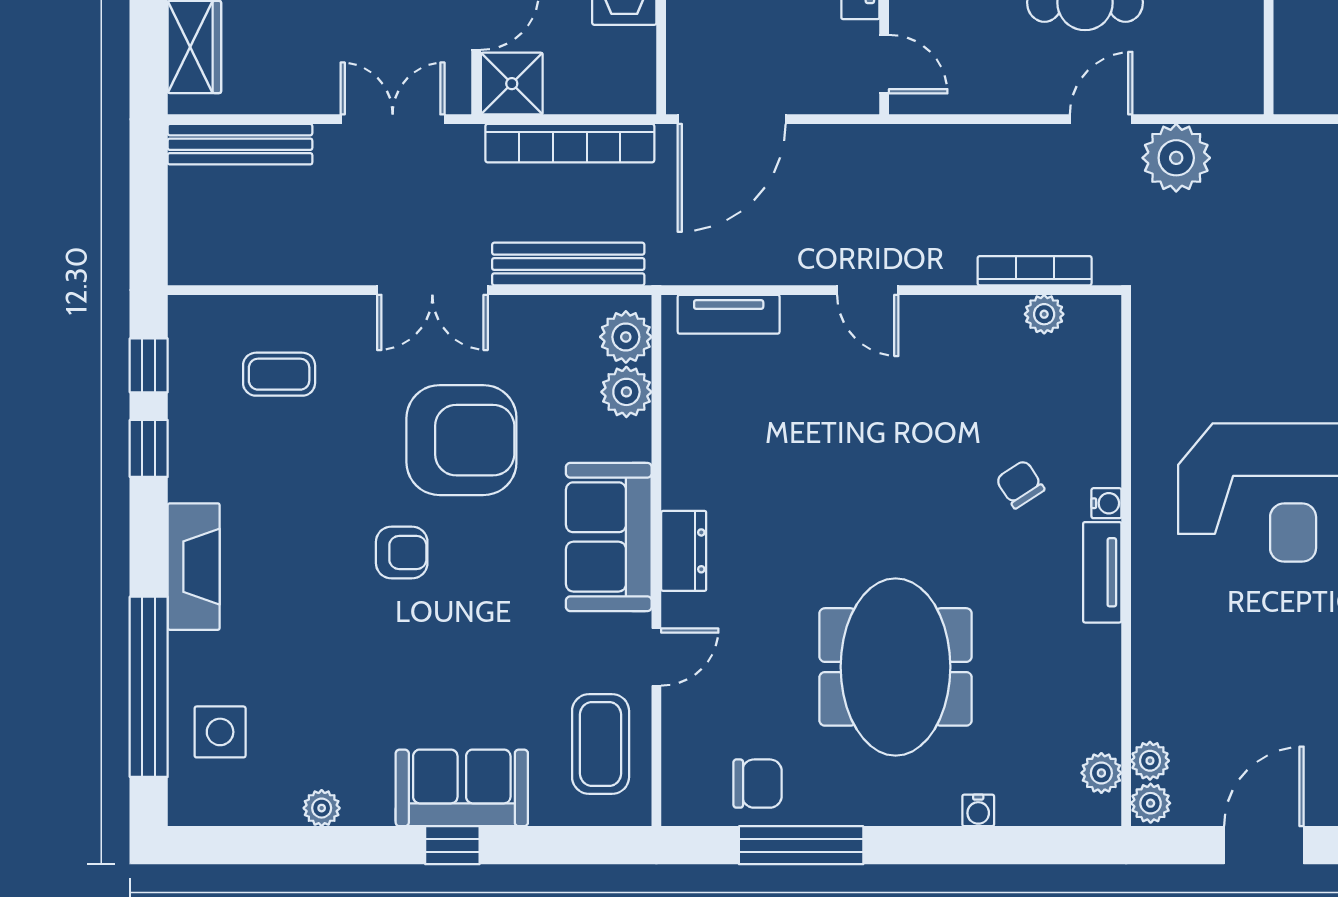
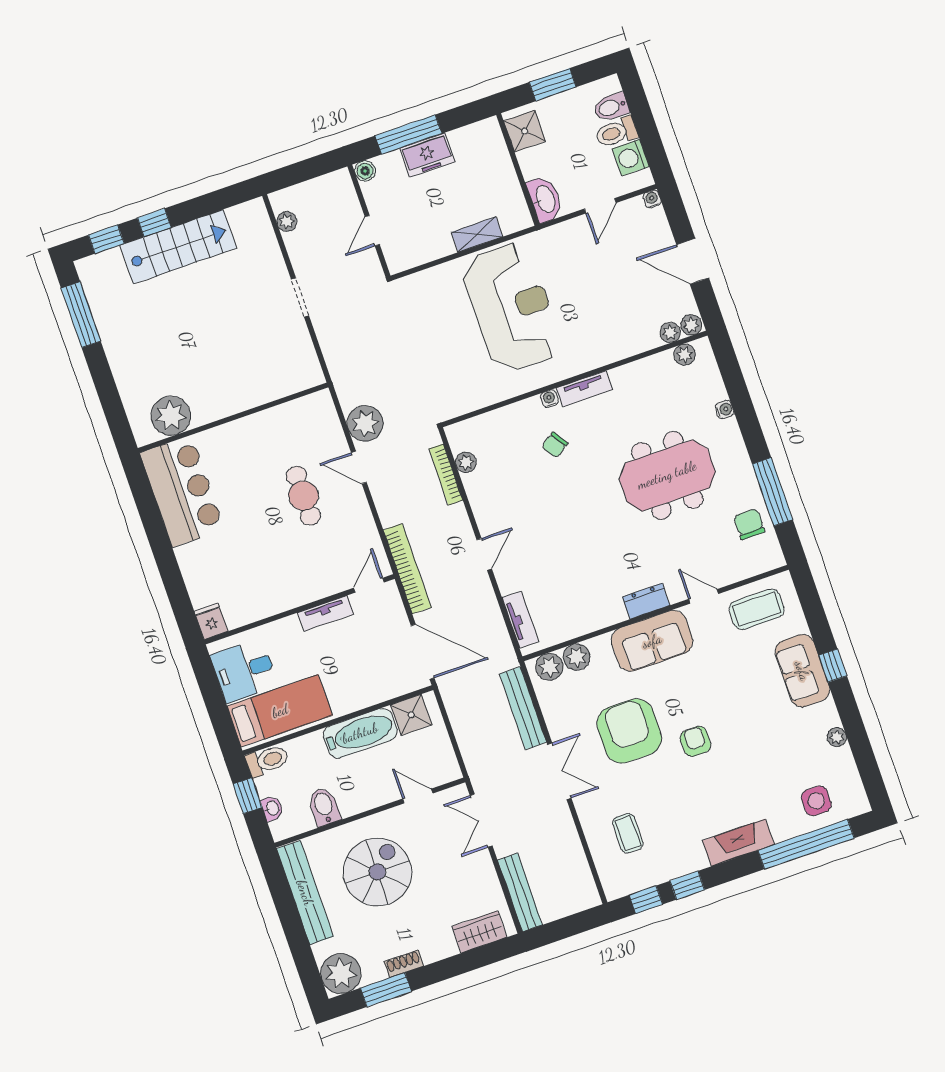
shower: (512, 84) -> (411, 715), moved
bookcase: (570, 143) -> (407, 569), moved

